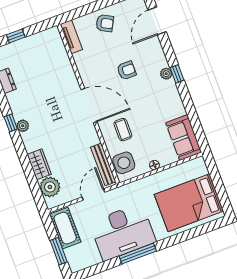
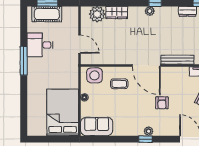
door: (89, 106) -> (146, 65), hinge flipped
bench: (103, 164) -> (177, 60), moved
bed: (189, 203) -> (63, 112), moved
cot: (65, 228) -> (47, 14), moved
desk: (123, 232) -> (40, 45), width x0.53, depth x0.77

